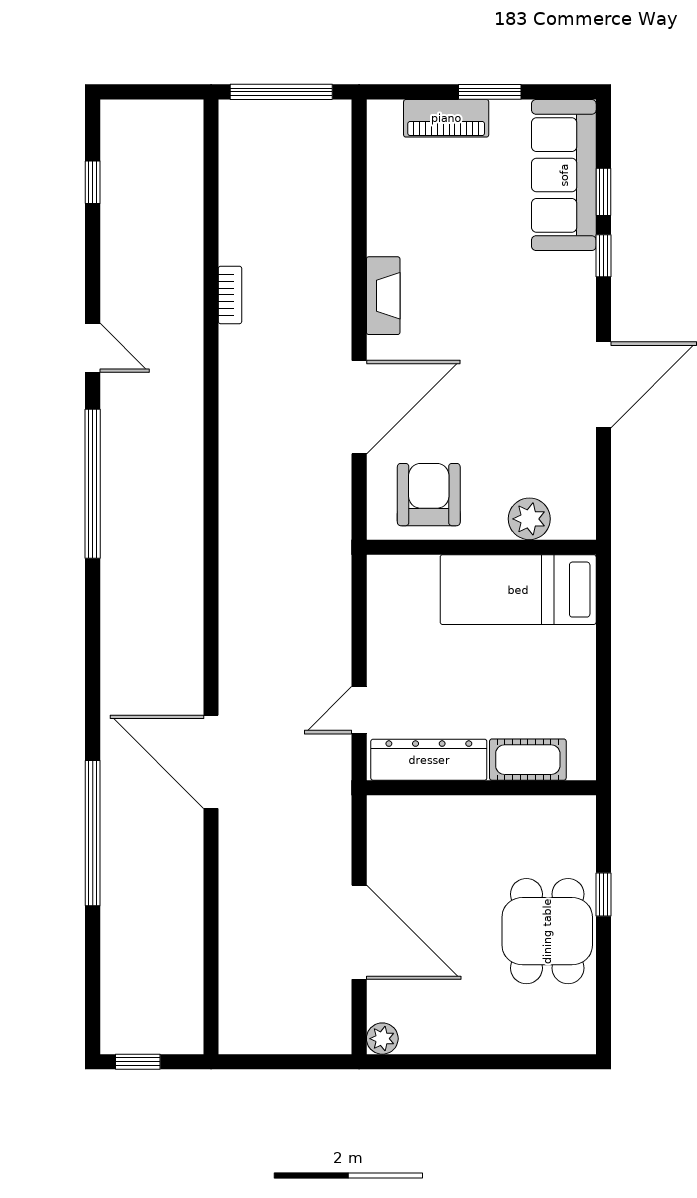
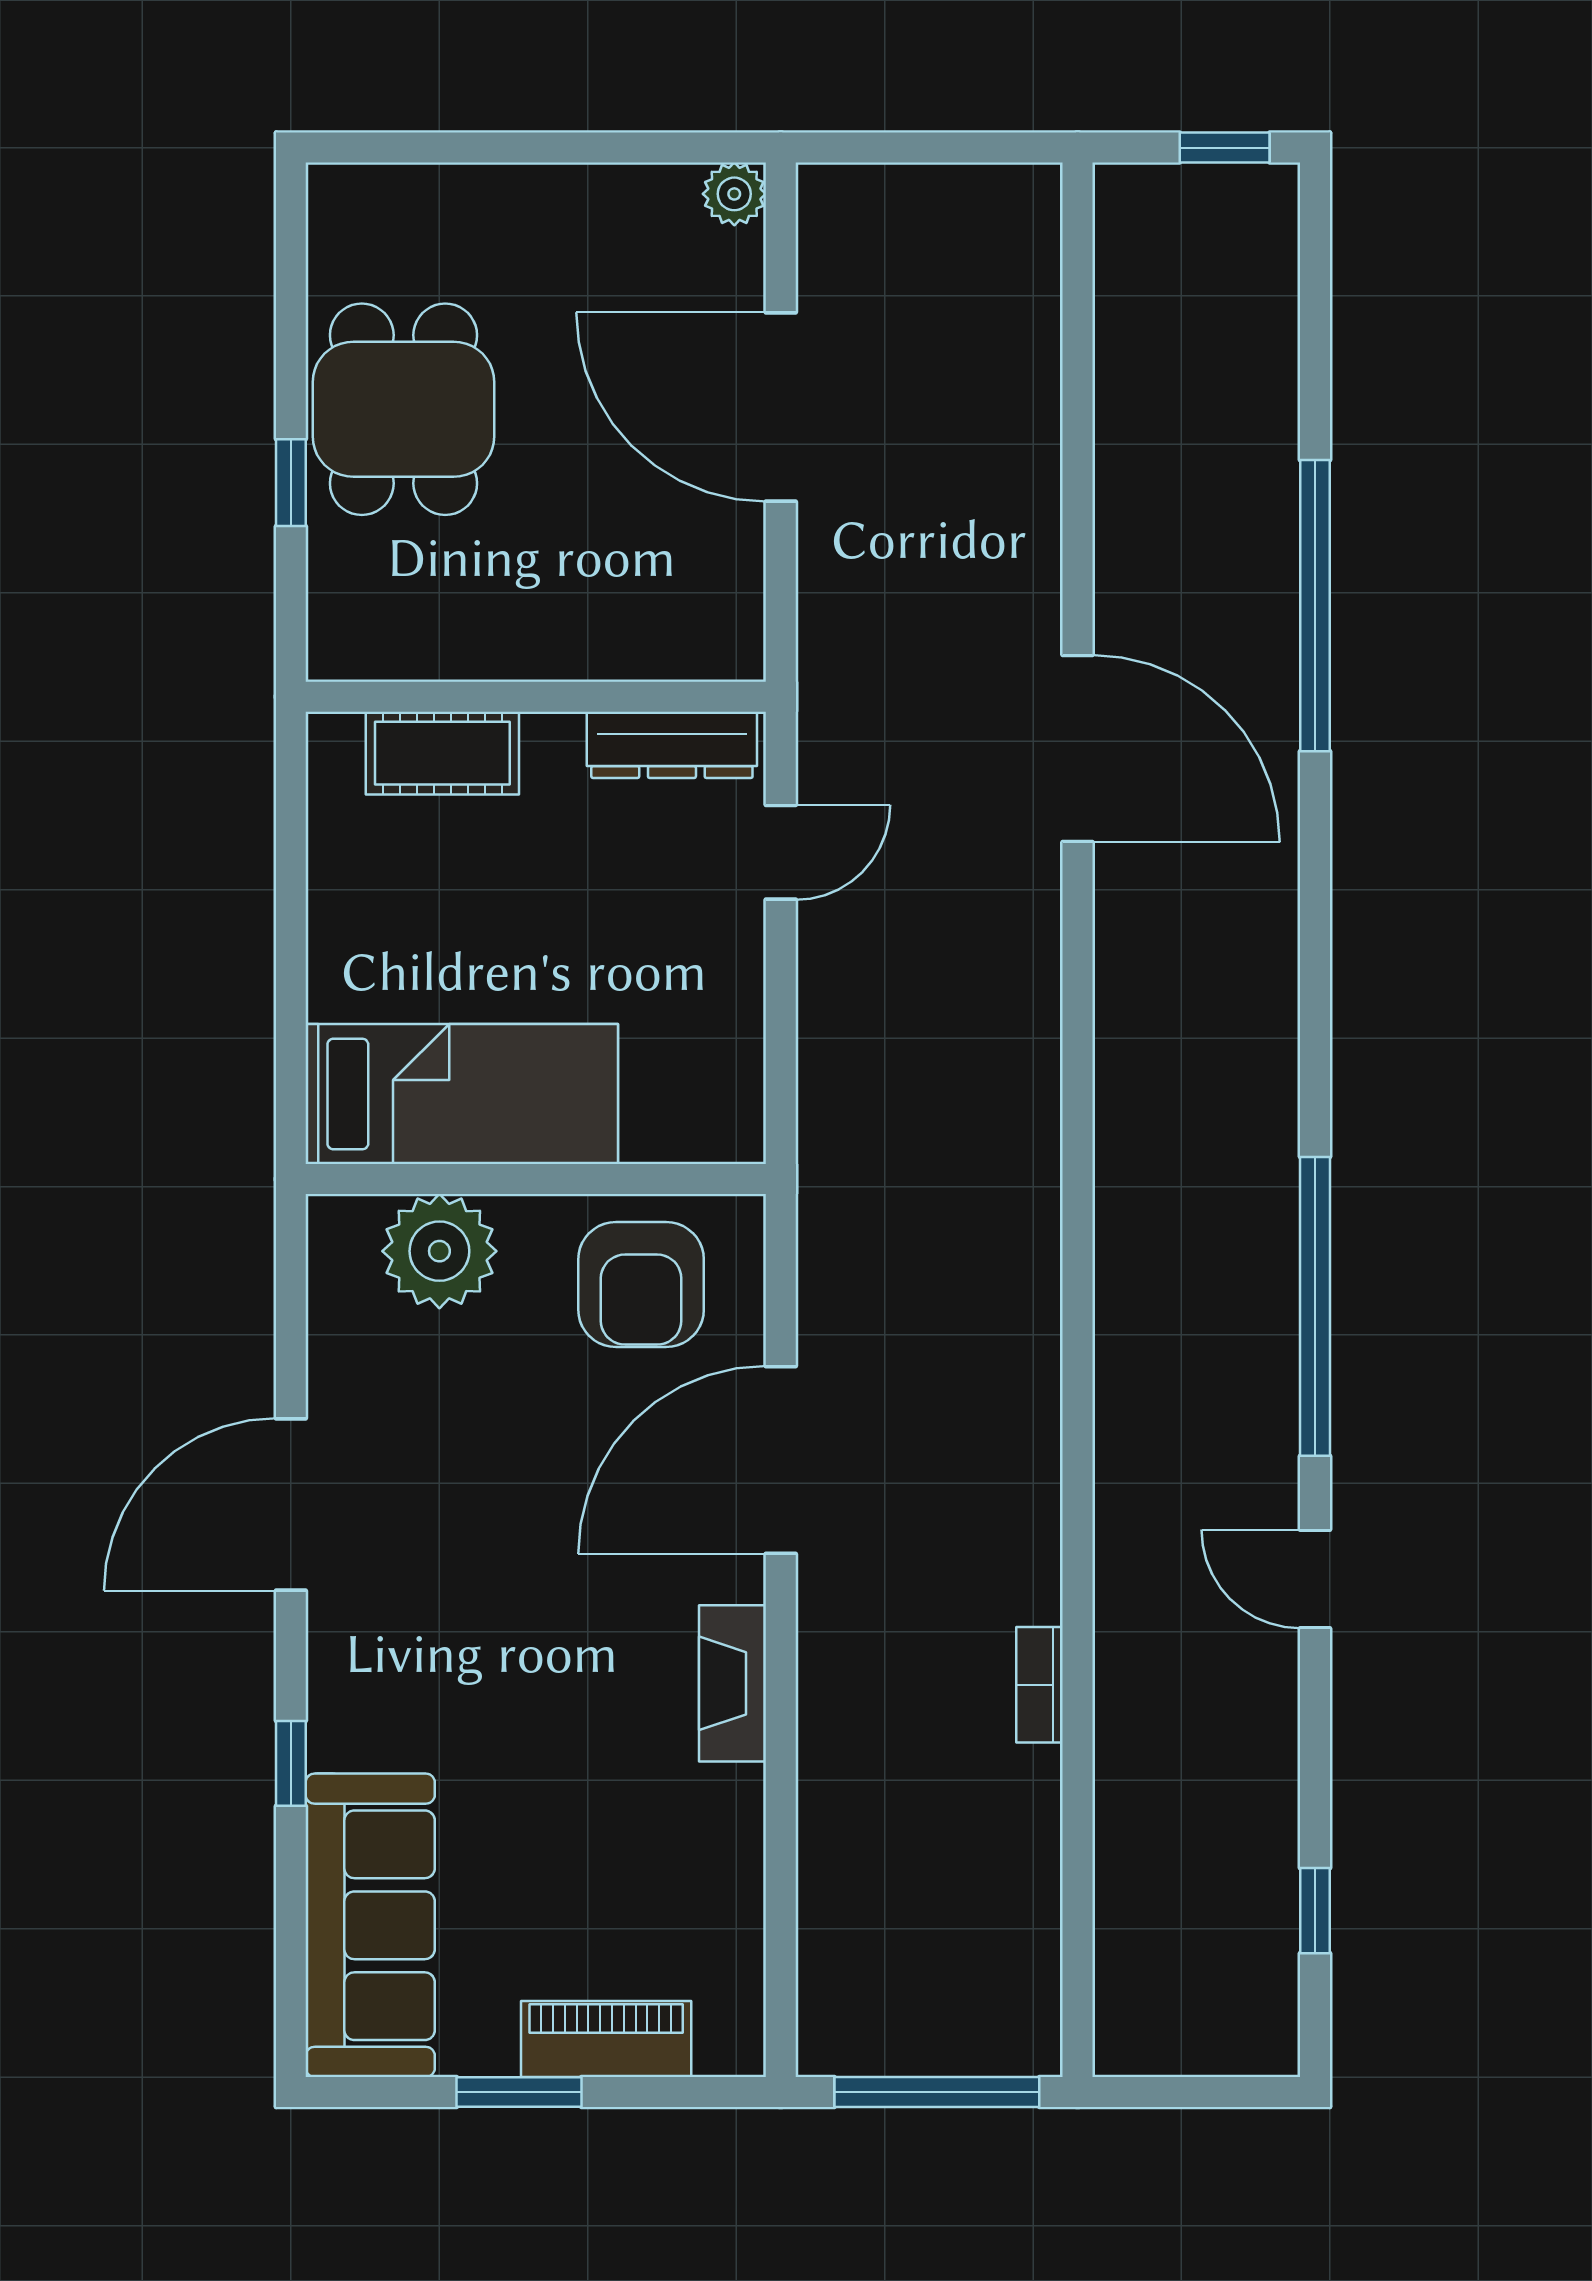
window: (603, 192) -> (291, 1891), removed
plant: (529, 519) -> (439, 1251), width x1.36, depth x1.36
dresser: (429, 760) -> (672, 745), width x0.73, depth x0.80

